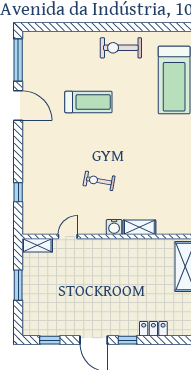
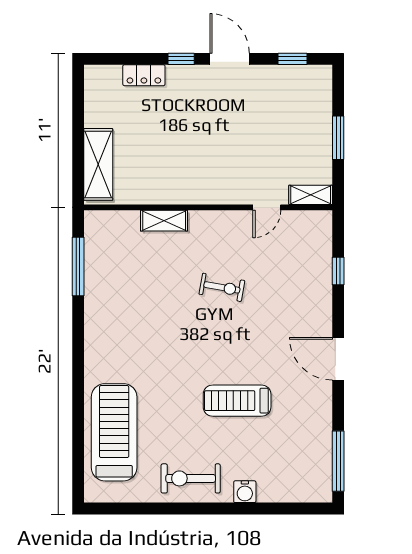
exercise bike: (121, 48) -> (191, 478), turned 180
door: (18, 106) -> (338, 359), moved
water cooler: (114, 227) -> (245, 492), moved, turned 180

